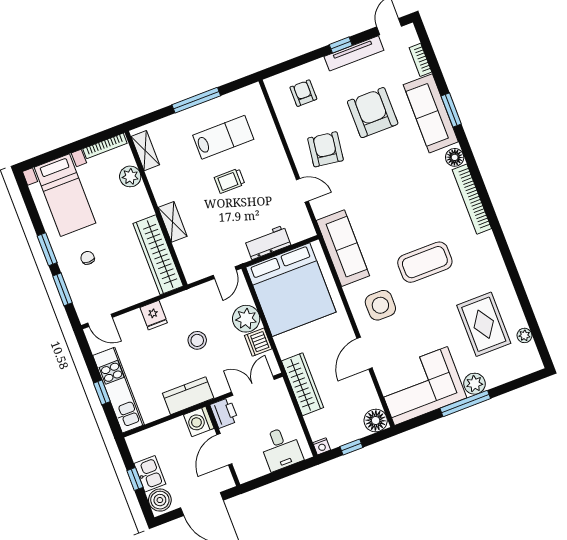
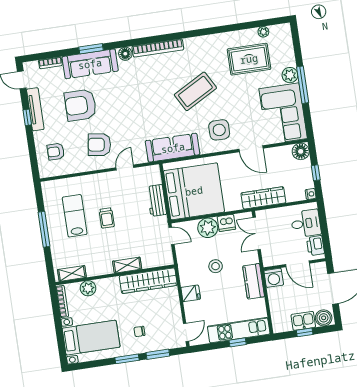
coffee table: (425, 262) -> (195, 91), turned 61
printer: (224, 413) -> (315, 246), moved, turned -90

